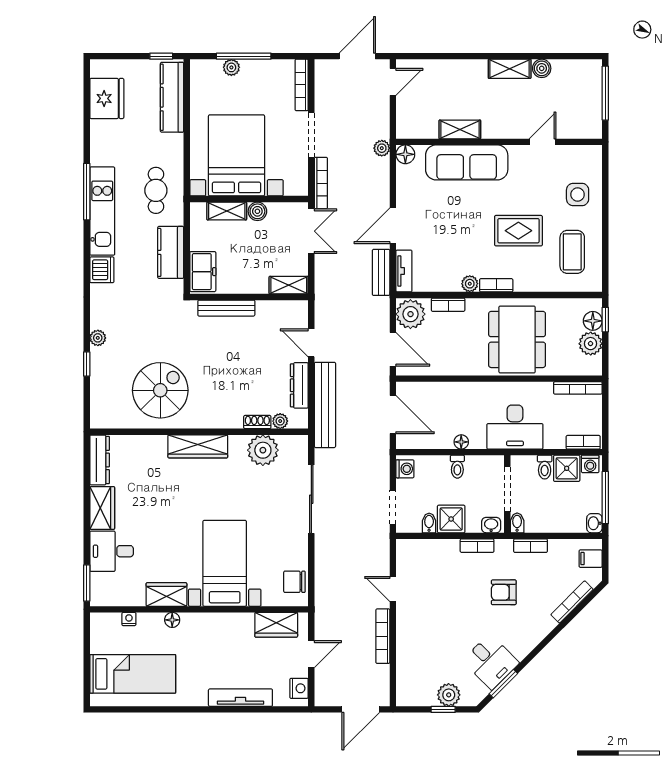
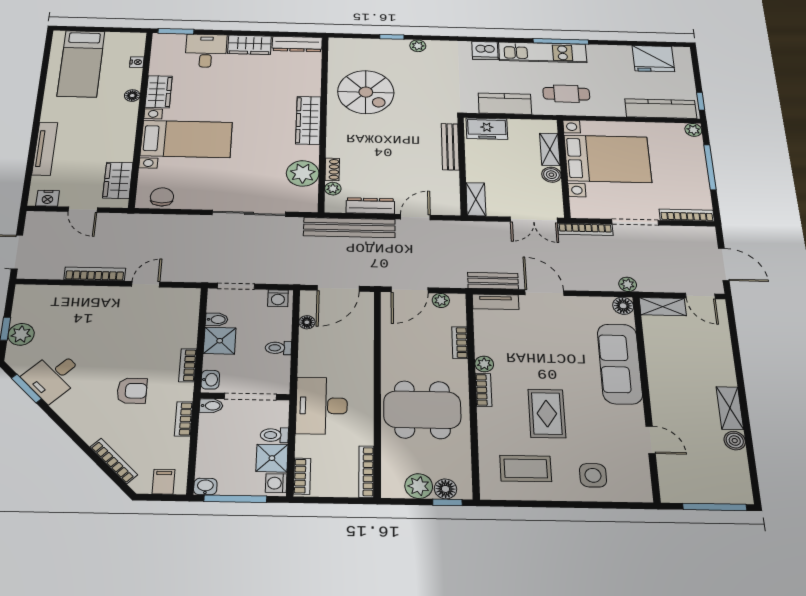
plant: (231, 67) -> (693, 130), moved
shelving: (460, 129) -> (663, 307), moved, turned 90
plant: (410, 314) -> (441, 300), width x0.53, depth x0.53
floor lamp: (461, 442) -> (307, 322), moved
armchair: (504, 592) -> (132, 391), turned 90

